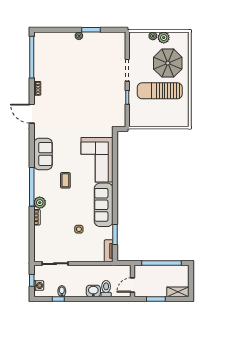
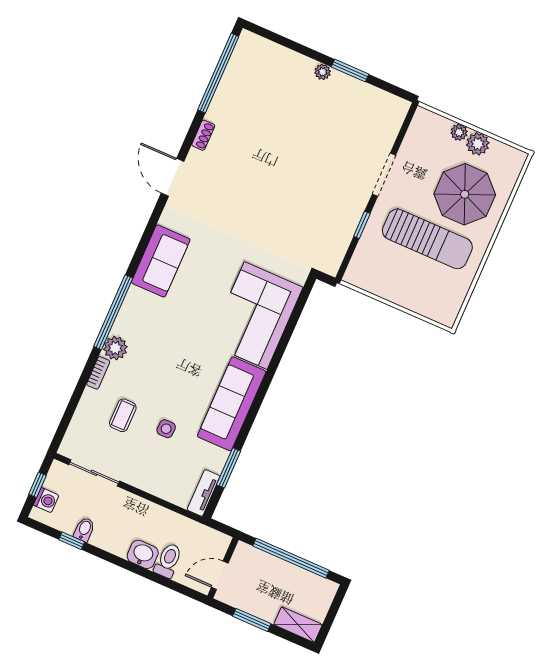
sun lounger: (160, 91) -> (427, 239), turned 180
coffee table: (65, 180) -> (123, 415), moved

